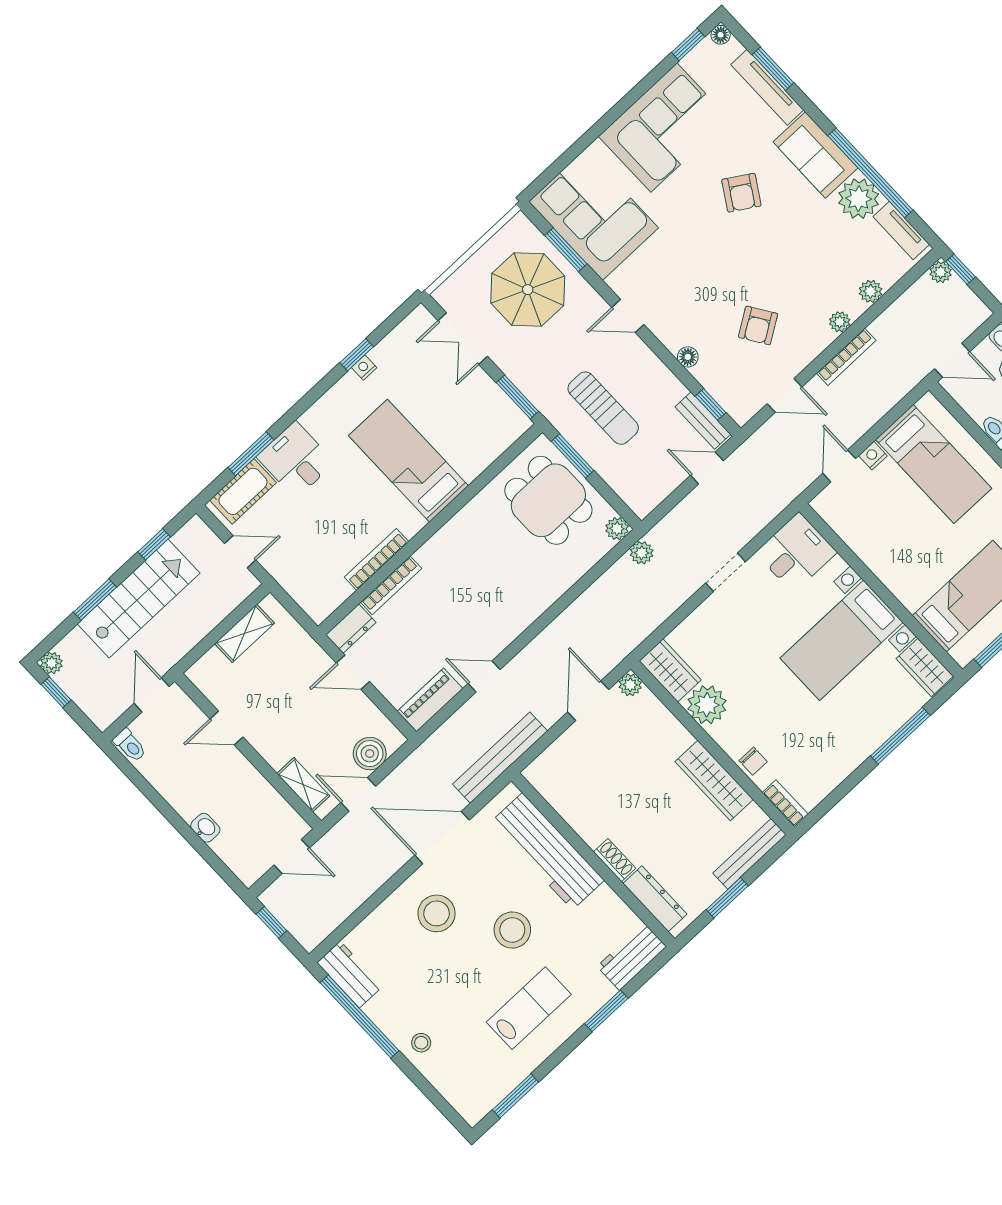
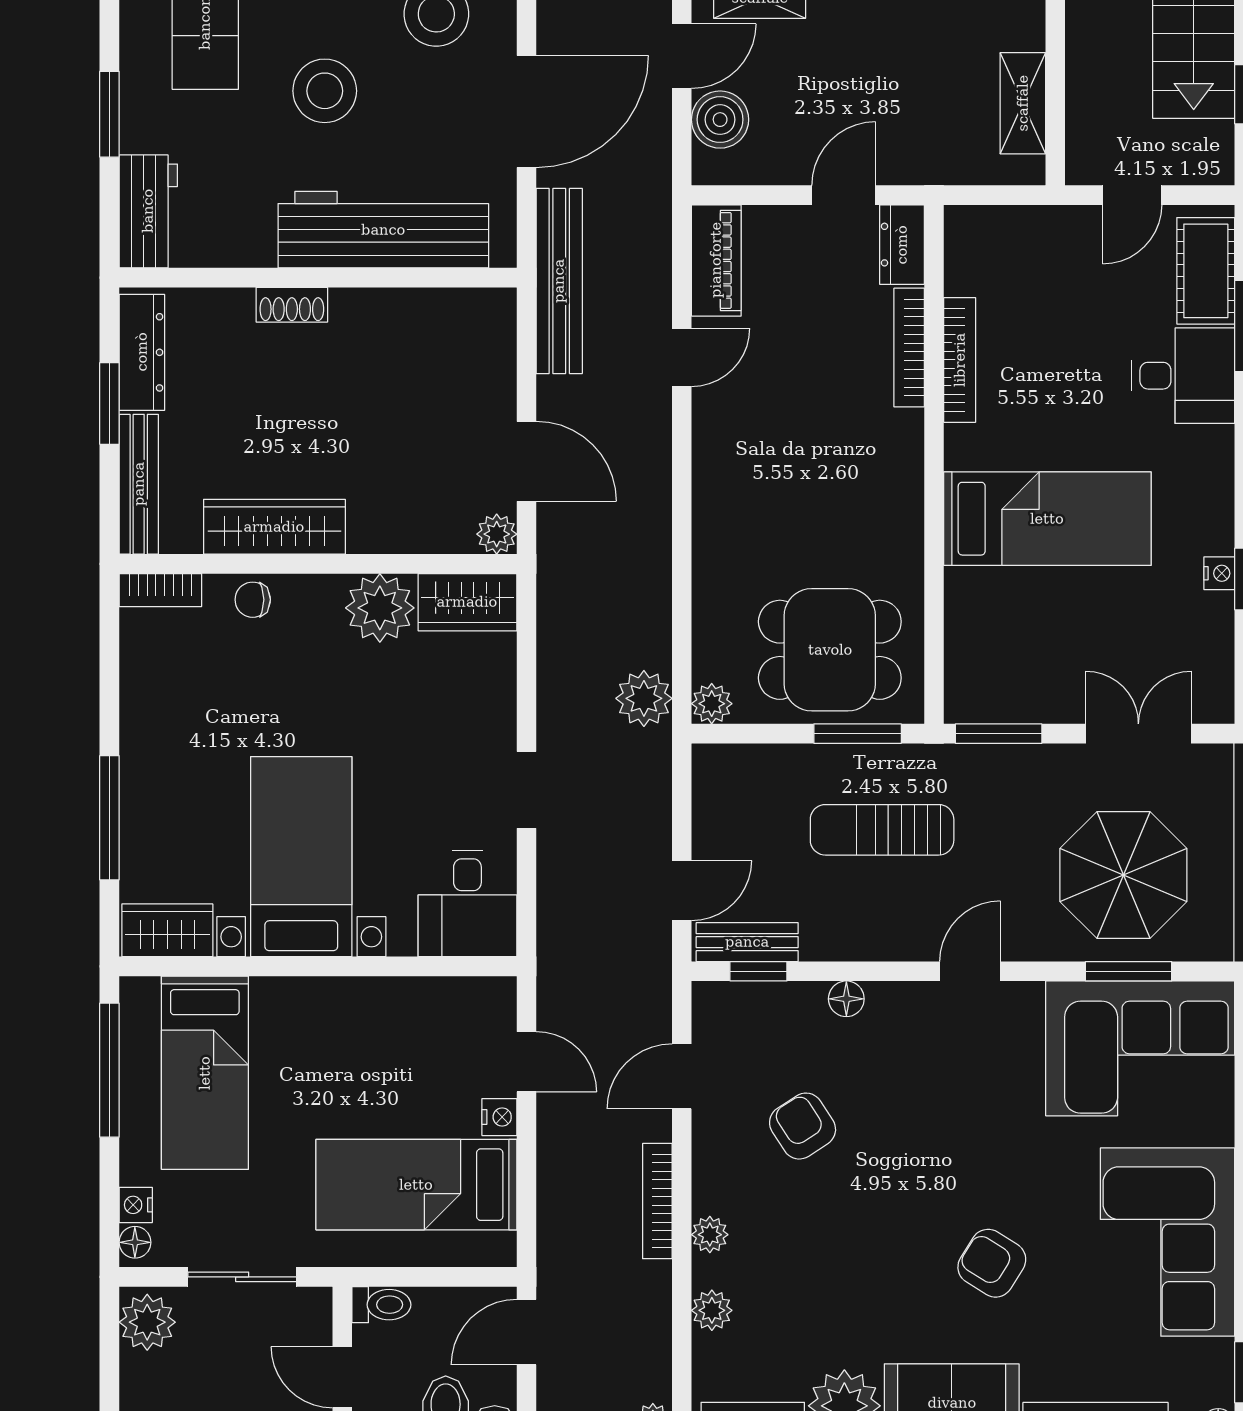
plant: (642, 553) -> (644, 698), width x1.38, depth x1.38
dresser: (655, 899) -> (142, 352), moved, turned -90

